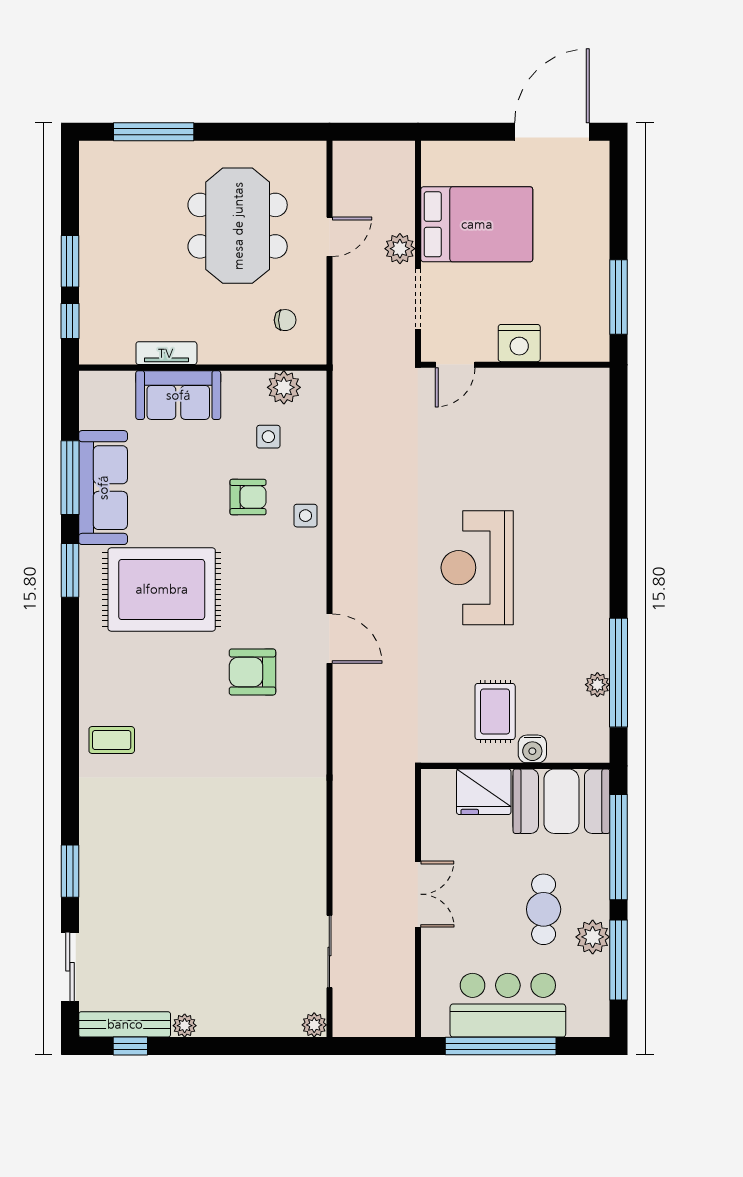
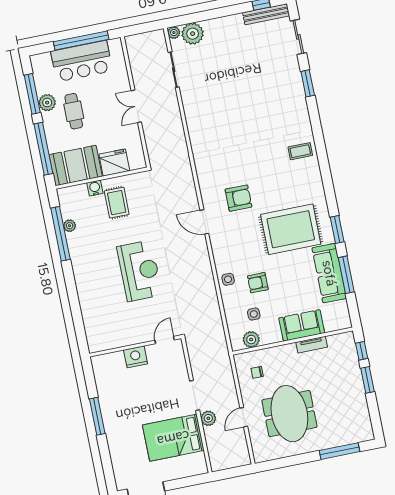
nightstand: (519, 343) -> (136, 357), moved
door: (455, 365) -> (165, 340), moved
wall: (515, 365) -> (135, 346), moved
plant: (185, 1026) -> (193, 34), moved, width x1.88, depth x1.88

